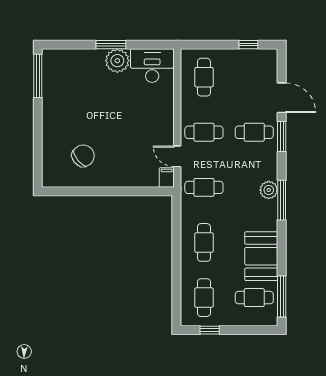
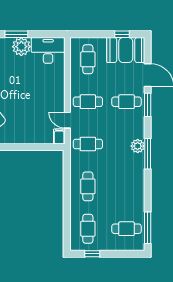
booth: (261, 256) -> (126, 50), moved, turned 90

